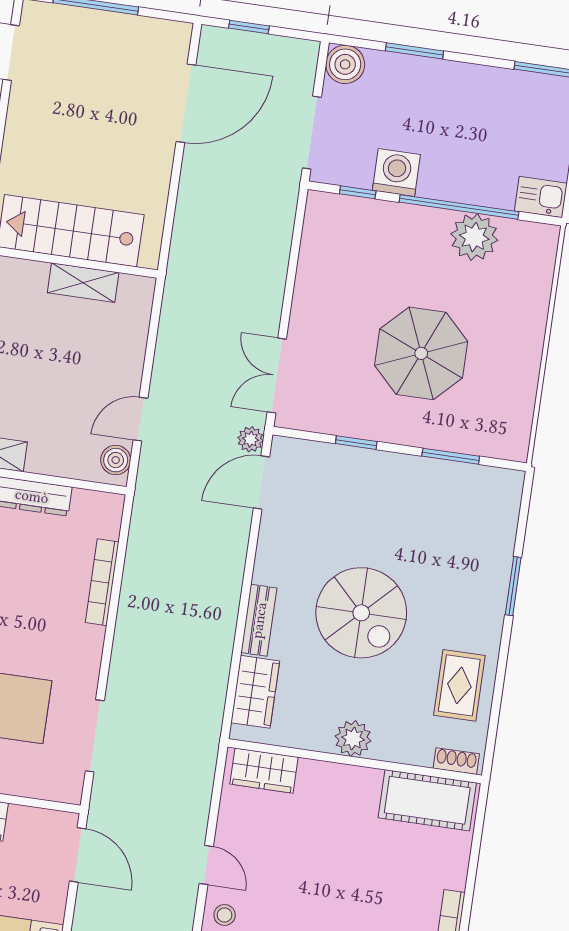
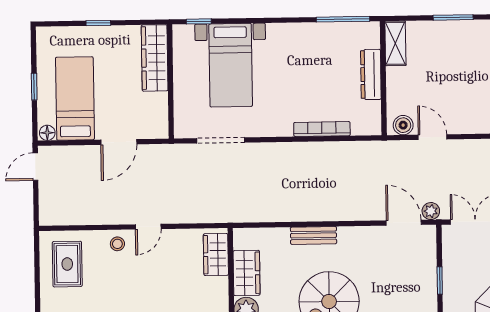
wardrobe: (255, 692) -> (247, 273), moved, turned -90
door: (78, 855) -> (119, 142), moved

